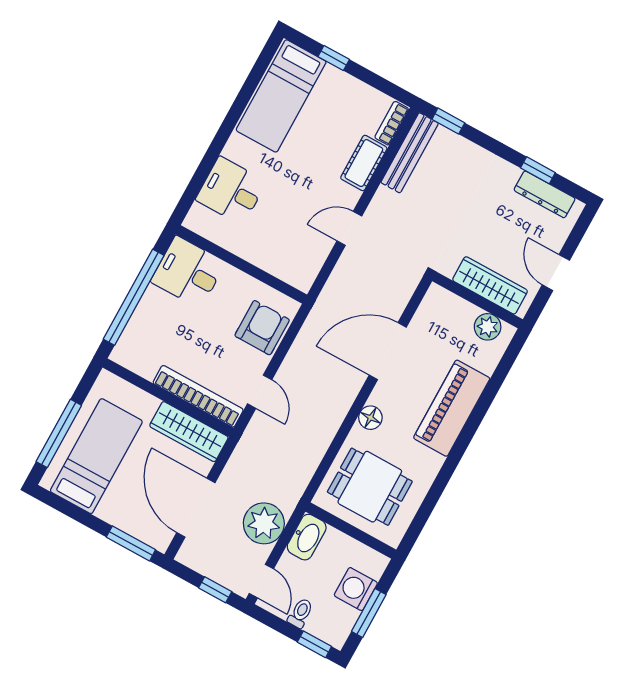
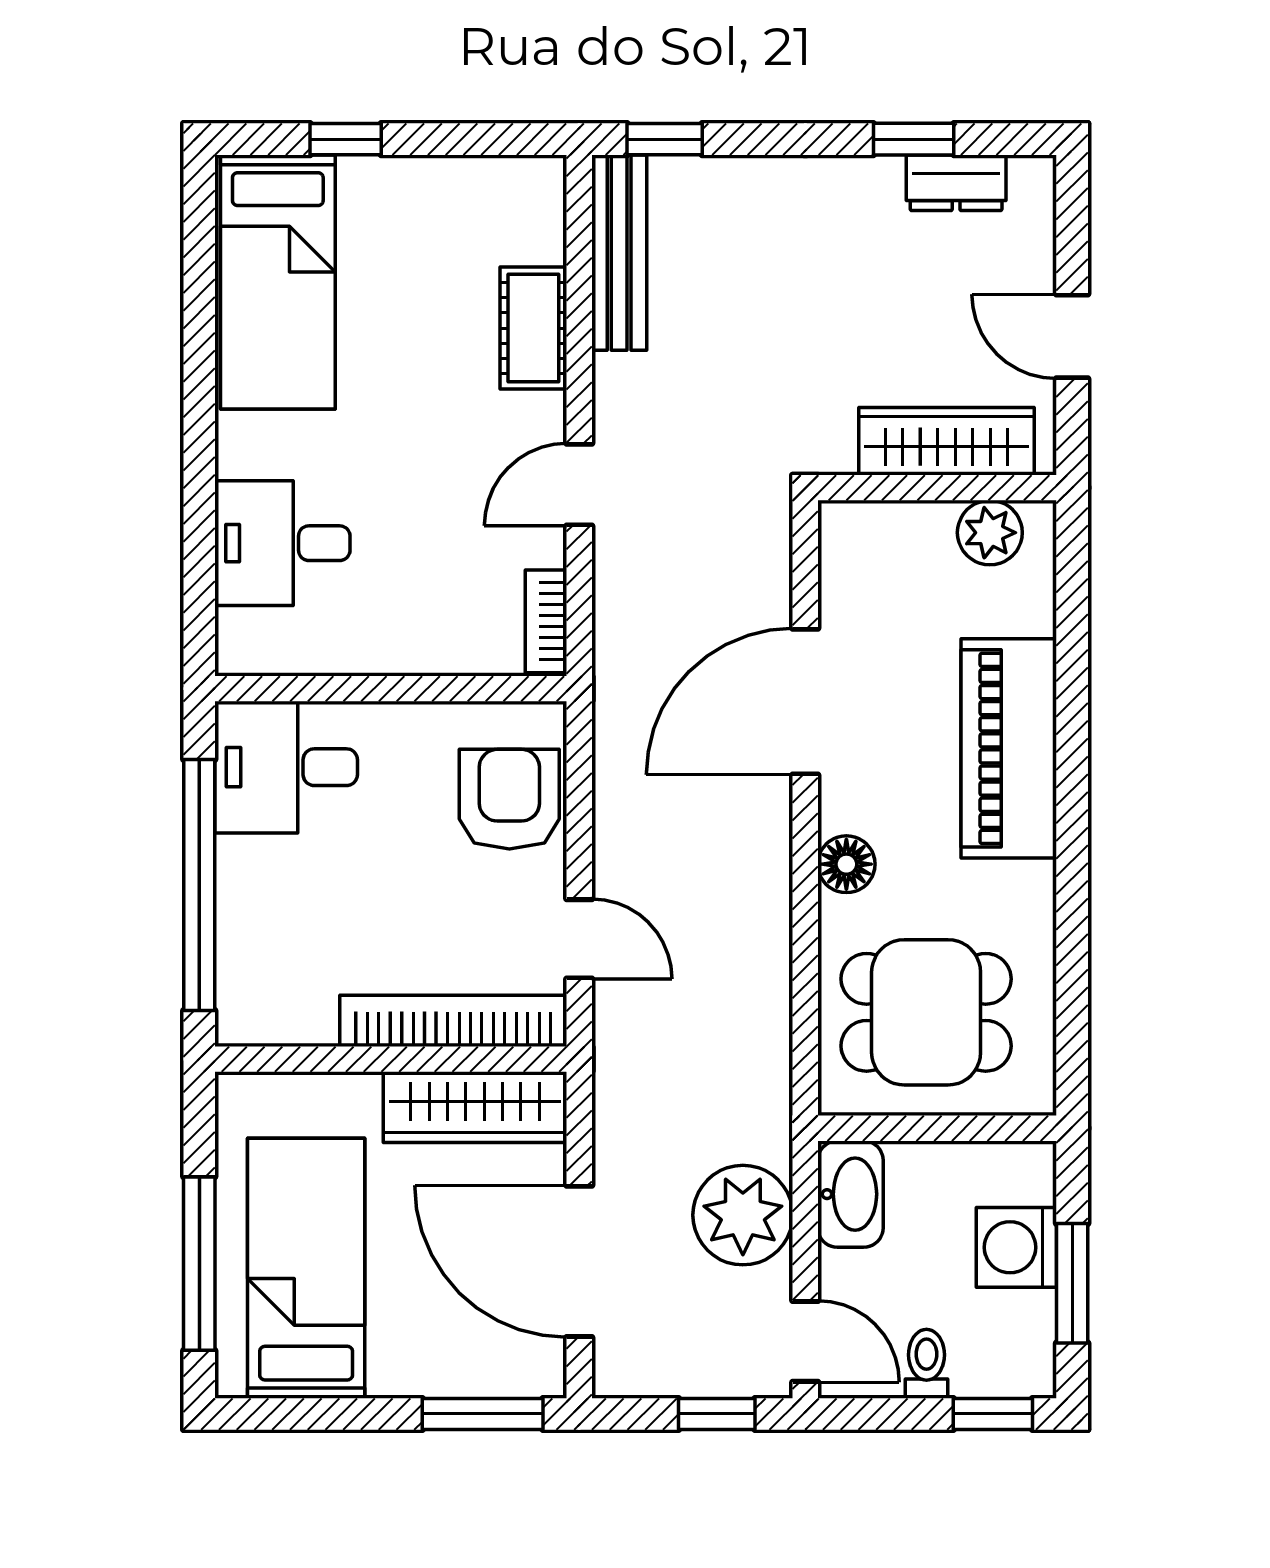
bookcase: (392, 123) -> (546, 621), moved
dresser: (545, 194) -> (956, 183), width x0.70

